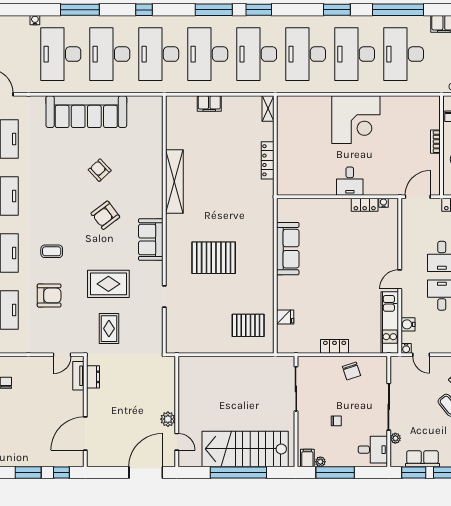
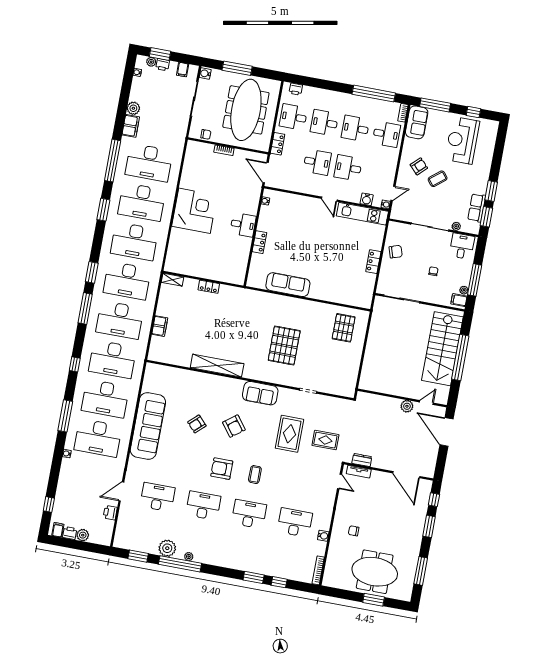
locker: (268, 160) -> (209, 287), width x0.66
locker: (365, 205) -> (259, 242), moved
armchair: (49, 295) -> (222, 469), moved, turned -90
fridge: (285, 317) -> (342, 297), removed

